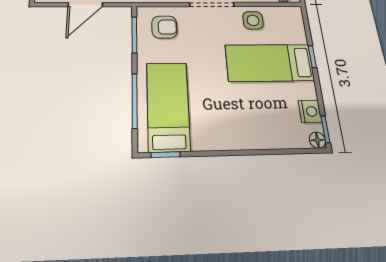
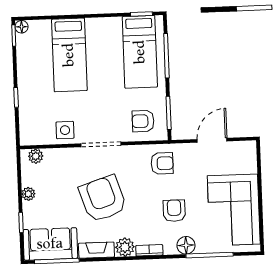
bed: (269, 63) -> (69, 55), moved, turned 90
nightstand: (310, 111) -> (24, 50), removed

